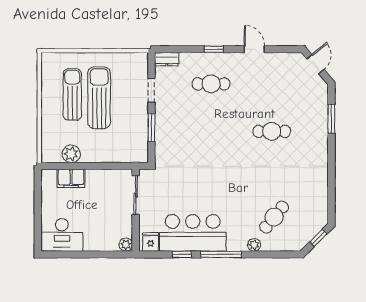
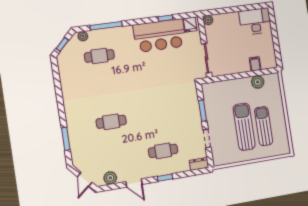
plant: (283, 61) -> (110, 178), added
sun lounger: (72, 94) -> (264, 126), turned 180
sun lounger: (99, 98) -> (244, 127), turned 180
filing cabinet: (71, 178) -> (255, 64), width x0.50
cafe table: (274, 217) -> (99, 56), turned 51
plant: (254, 245) -> (83, 36), moved
window: (221, 254) -> (106, 26), moved

